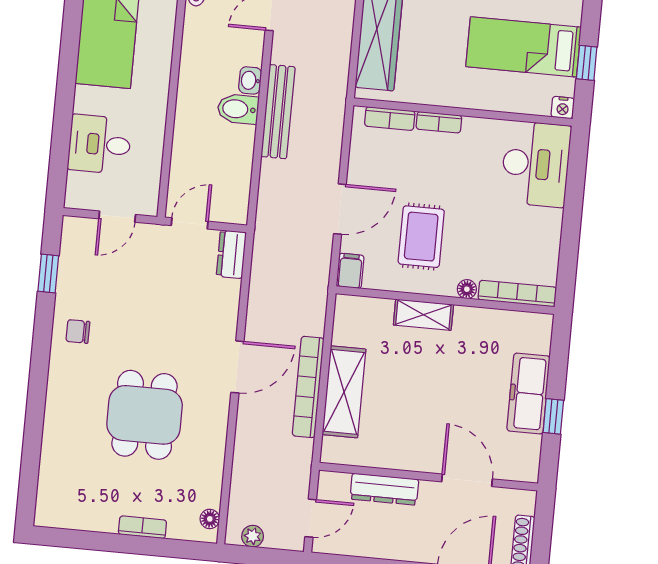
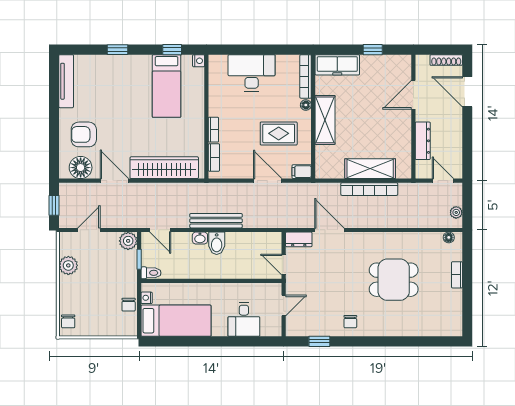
desk: (536, 164) -> (252, 73), moved
door: (117, 217) -> (284, 306), hinge flipped
shelving: (423, 315) -> (325, 120), width x1.50, depth x1.33
door: (237, 367) -> (329, 230), moved
freezer: (528, 393) -> (337, 65), moved

